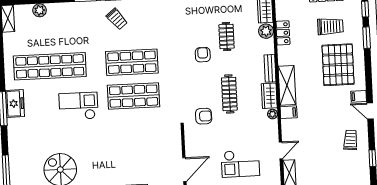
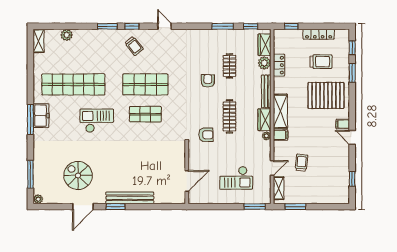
pallet: (338, 65) -> (326, 95), turned 90
bench: (270, 68) -> (266, 91), width x1.36
shop shelf: (134, 96) -> (145, 114), width x0.70, depth x0.74
trolley: (351, 140) -> (301, 163), moved

